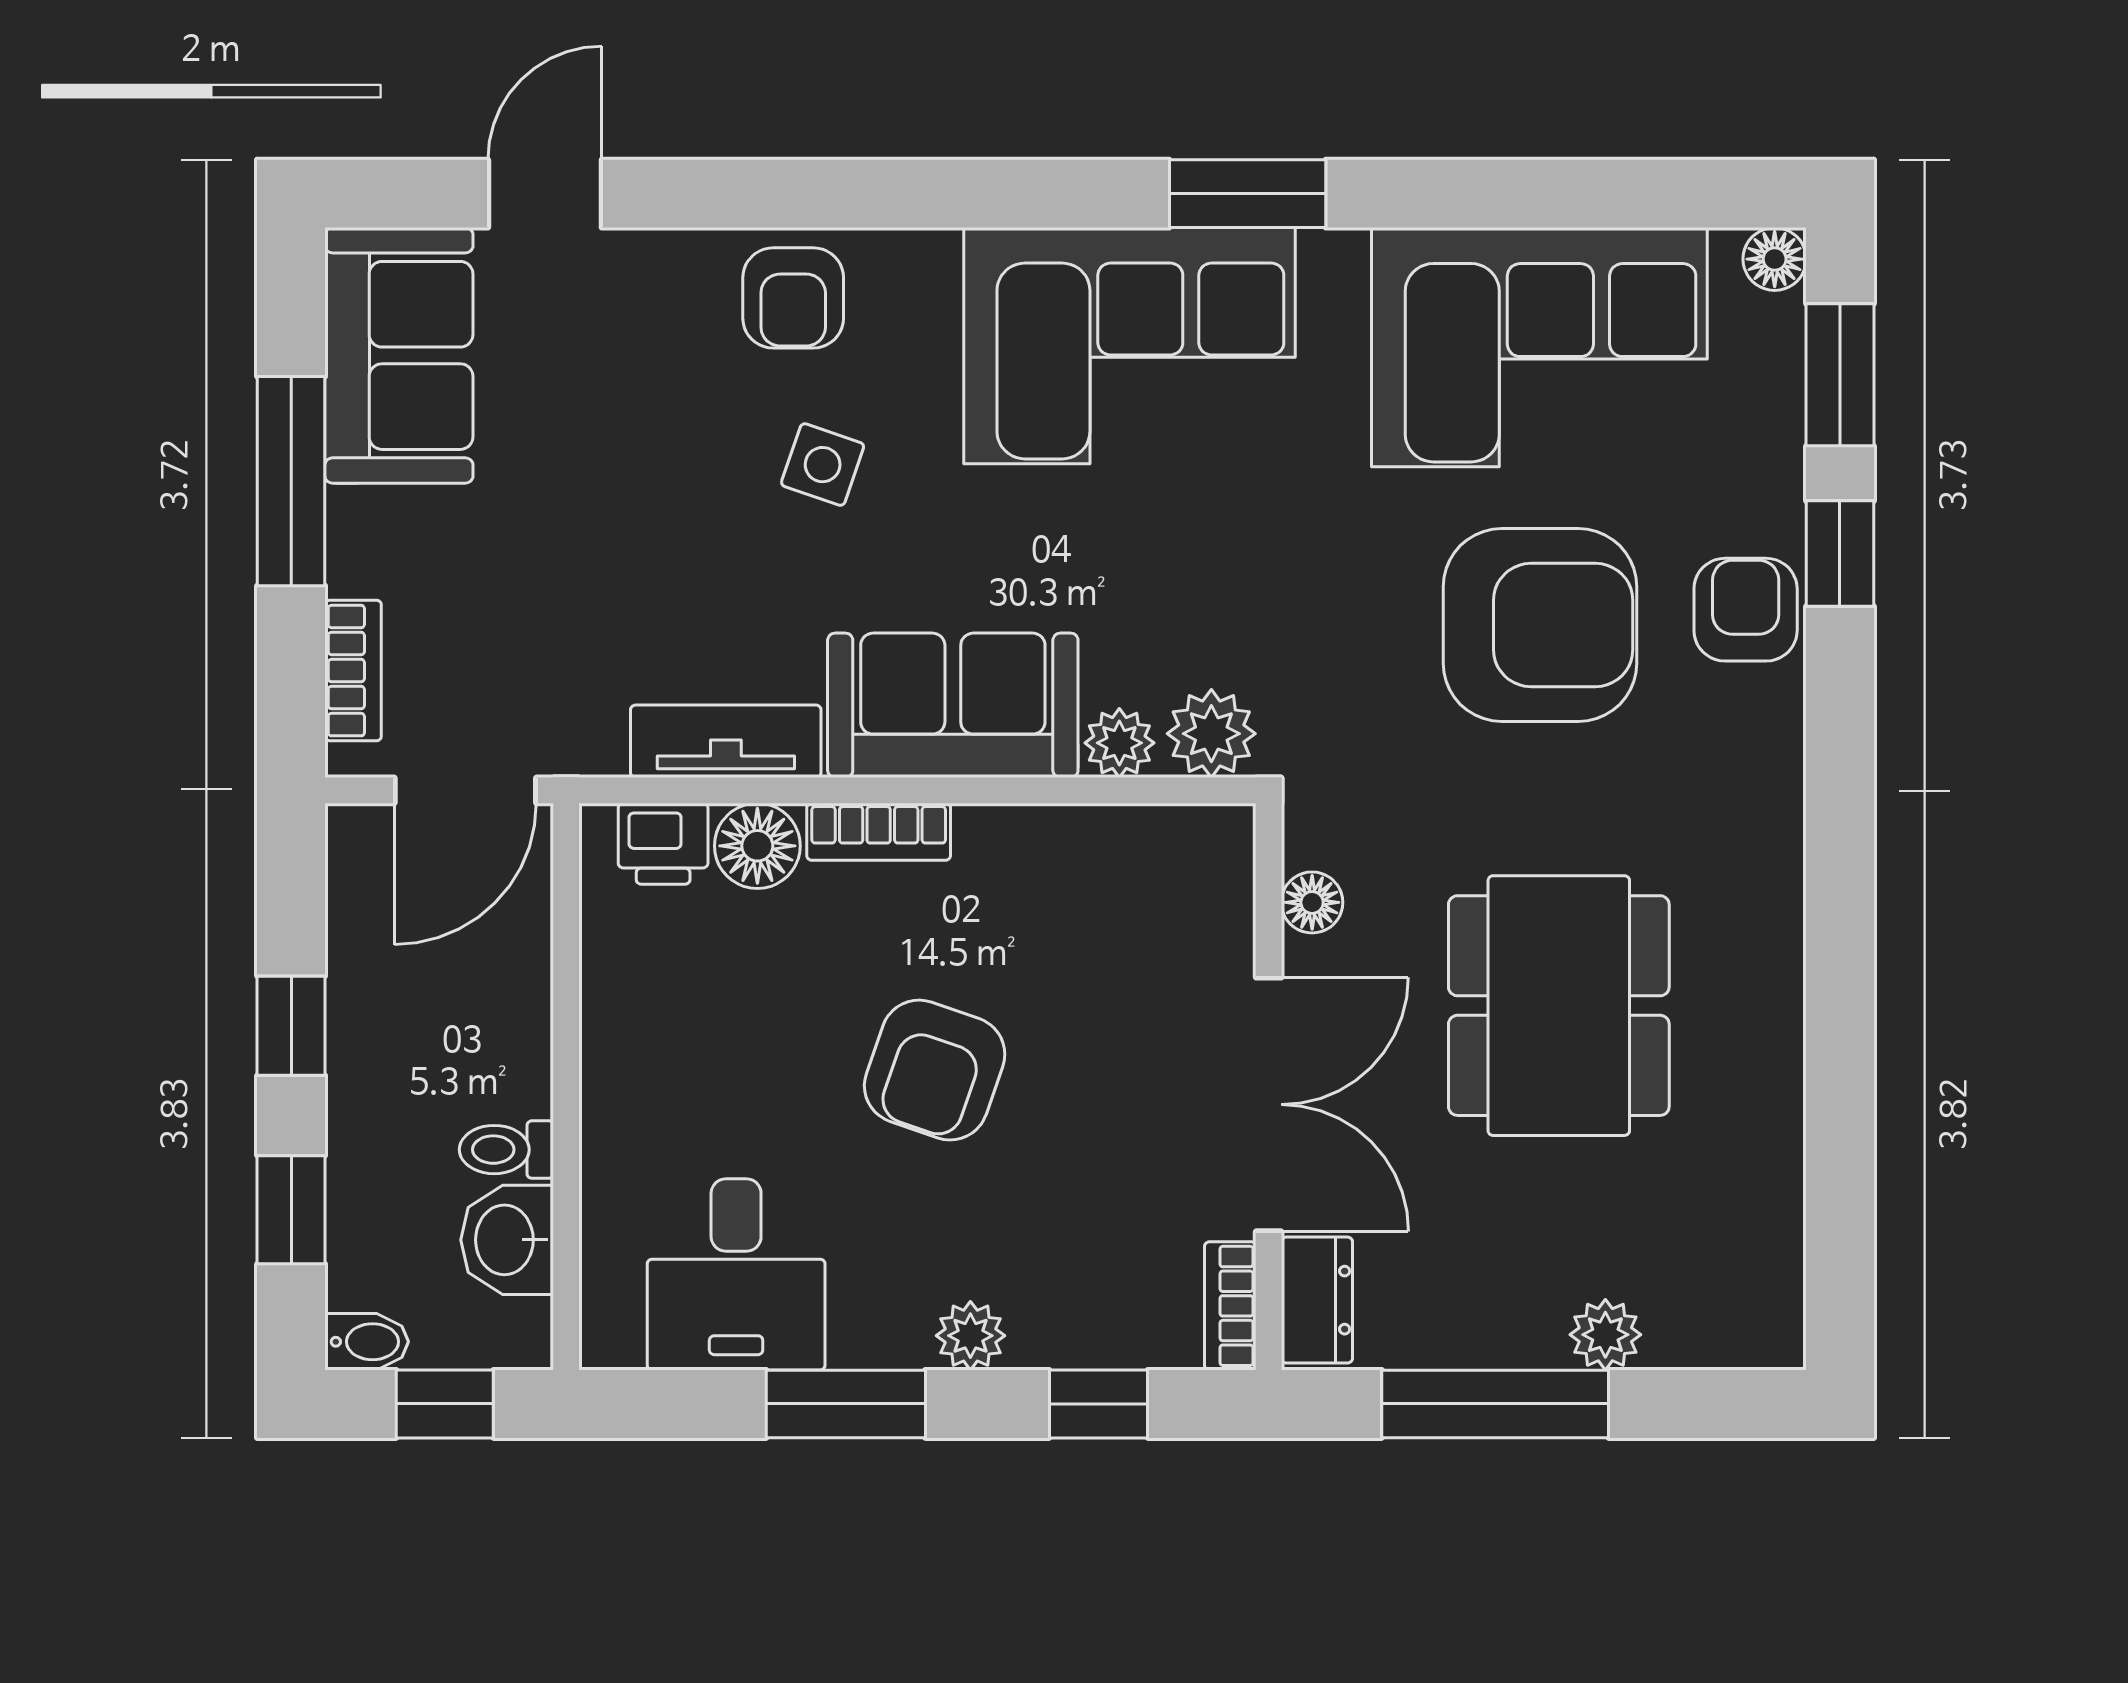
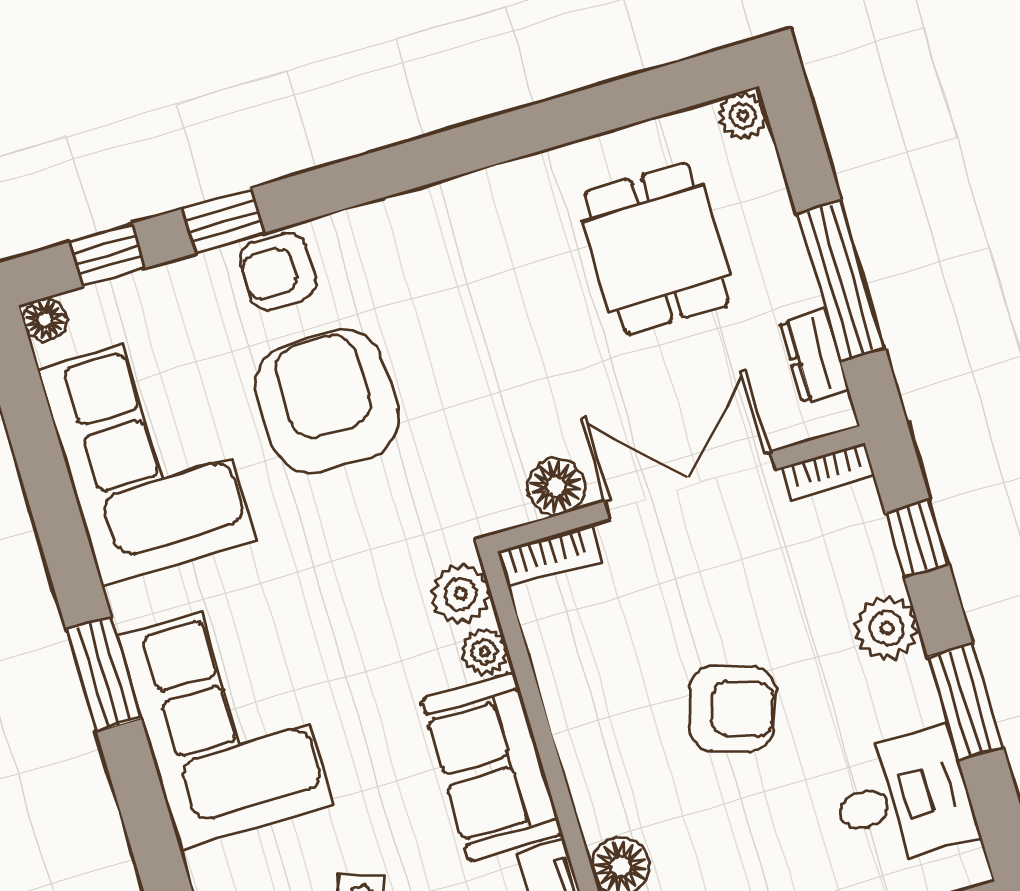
window: (1840, 375) -> (107, 255), width x0.67
bookcase: (879, 832) -> (549, 556), moved, turned 90
floor lamp: (1312, 902) -> (556, 486), width x1.37, depth x1.37
dining table: (1559, 1006) -> (657, 248), moved, width x0.73
dresser: (1317, 1300) -> (814, 356), moved, turned -90
plant: (1605, 1335) -> (743, 116), moved
plant: (970, 1336) -> (886, 628), width x1.38, depth x1.38

